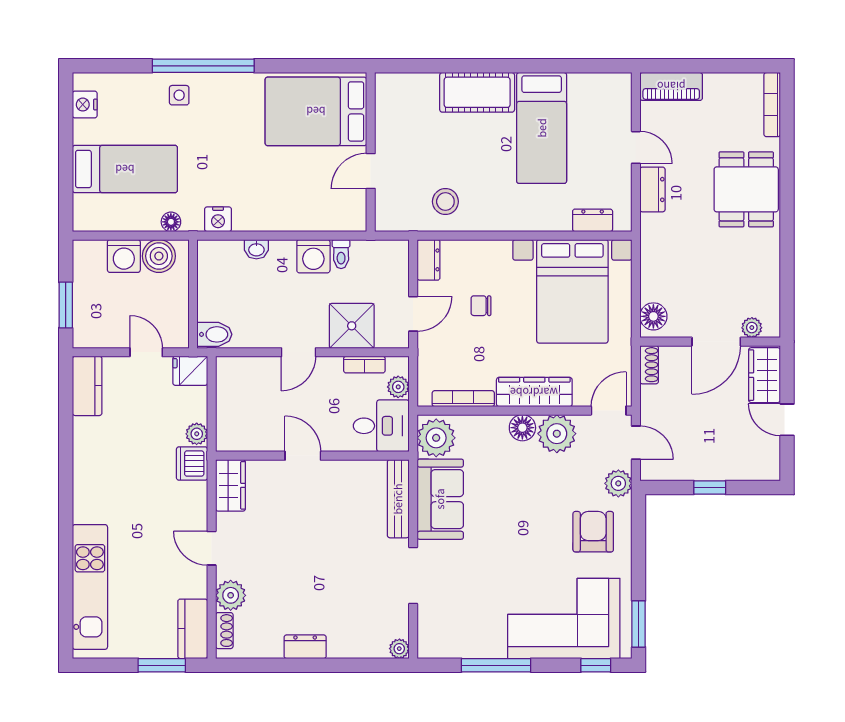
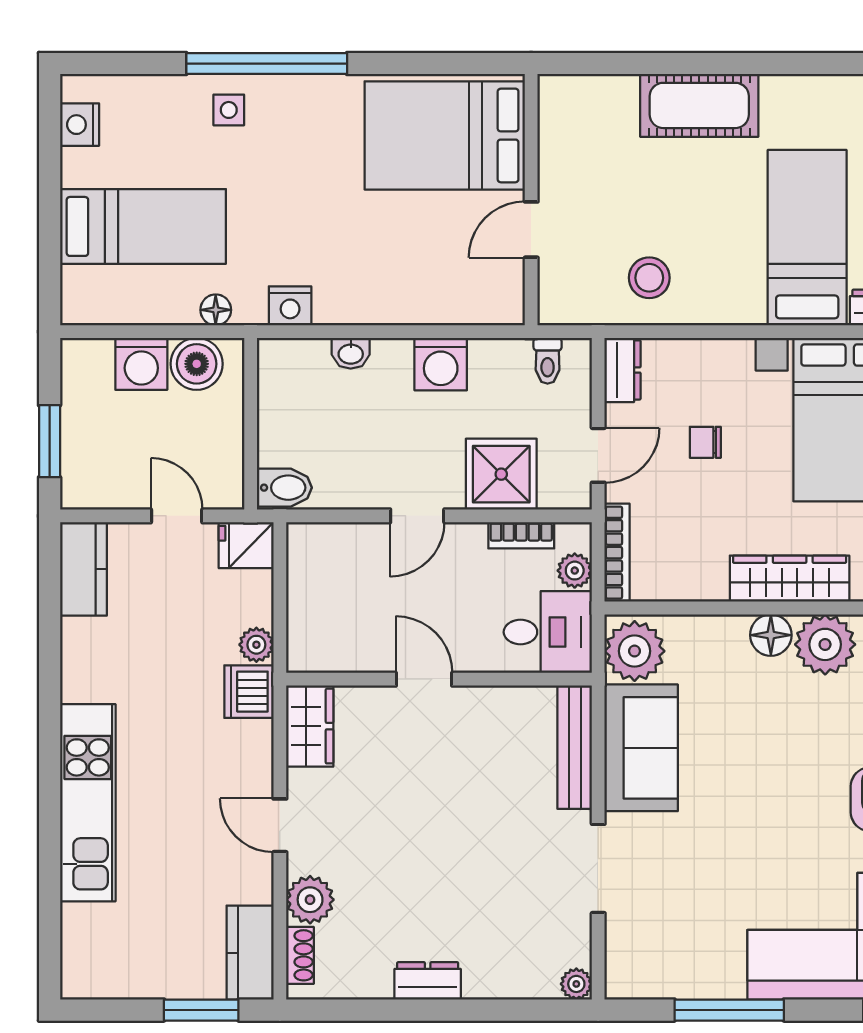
bed: (542, 128) -> (807, 238), moved, turned 180
toilet: (341, 254) -> (548, 361), moved
bookcase: (463, 399) -> (617, 553), moved, turned 90
kitchen unit: (90, 587) -> (88, 803), moved

